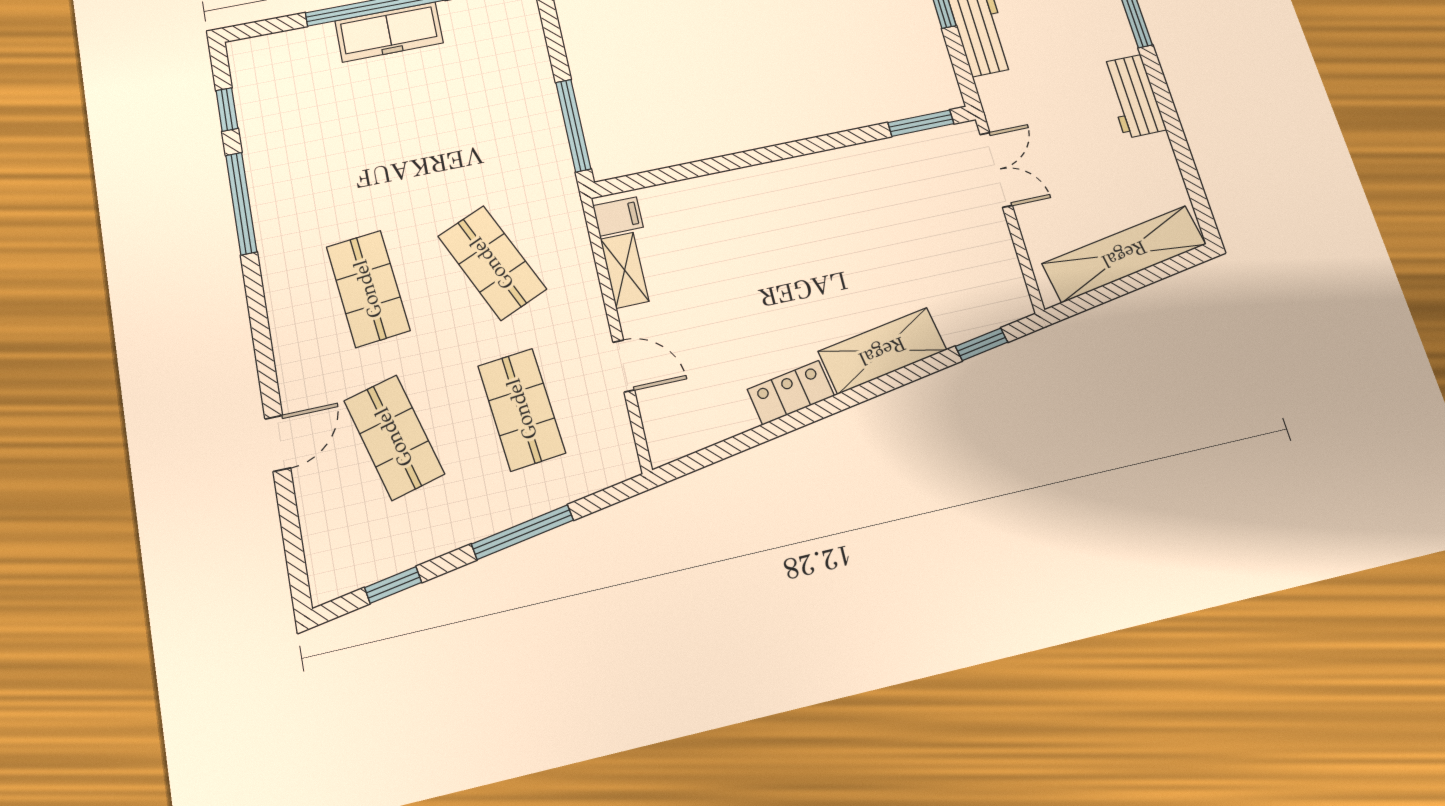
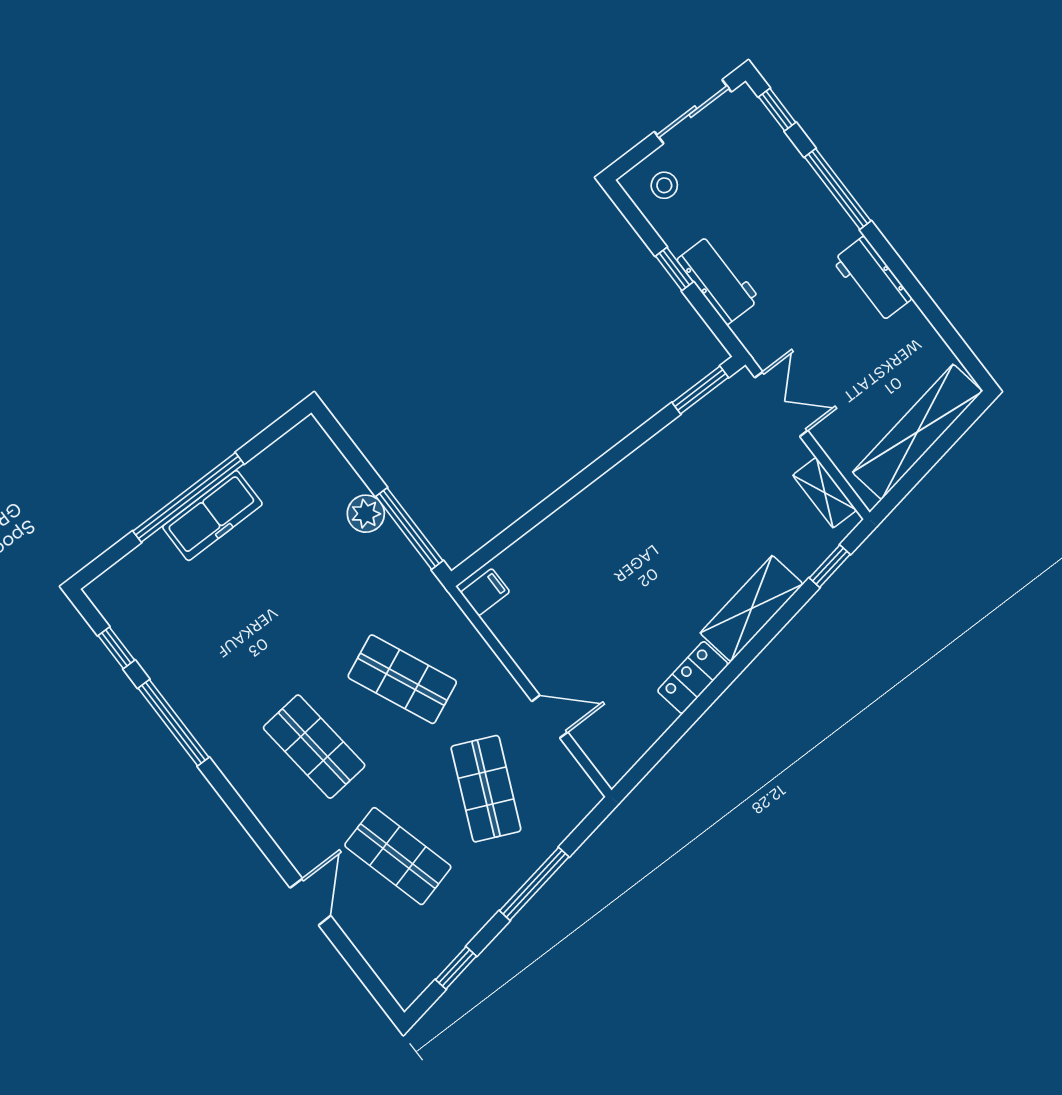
plant: (538, 94) -> (366, 514), added
shelving: (625, 270) -> (825, 493), moved
shop shelf: (522, 409) -> (486, 789), turned 30

